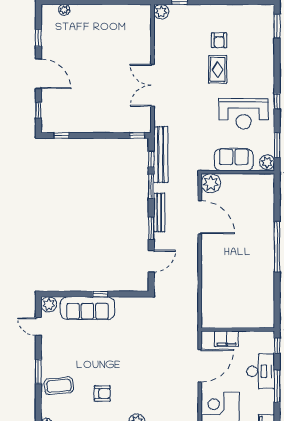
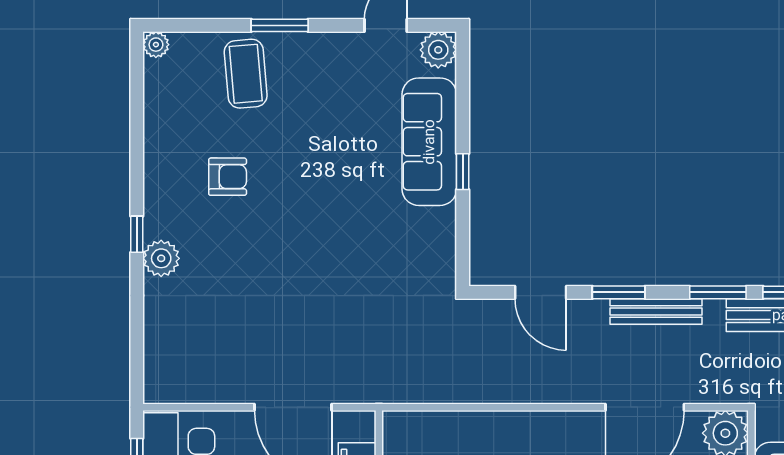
armchair: (102, 393) -> (228, 177), turned -90

